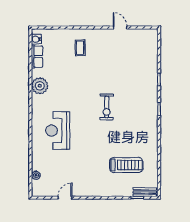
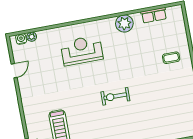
water cooler: (36, 39) -> (21, 39), moved
door: (65, 198) -> (14, 71), hinge flipped

